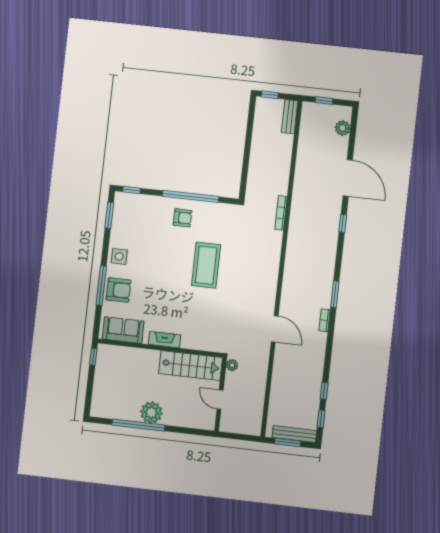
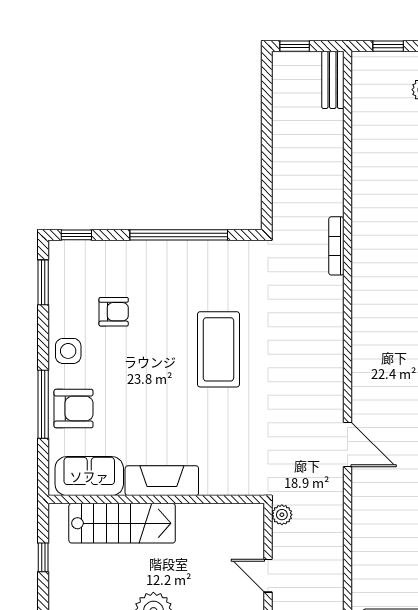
armchair: (183, 218) -> (114, 312), moved
fireplace: (165, 340) -> (162, 481), width x1.37, depth x1.32
window: (93, 357) -> (43, 557), moved
stairs: (191, 365) -> (122, 523), moved

